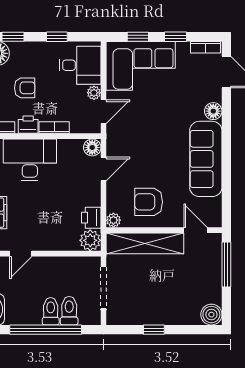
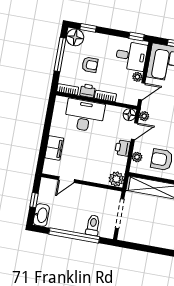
window: (57, 37) -> (136, 37), moved
plant: (113, 146) -> (144, 116), added
printer: (91, 218) -> (123, 148), moved
plant: (113, 220) -> (137, 157), moved
toilet: (51, 311) -> (80, 223), removed
window: (154, 330) -> (149, 249), removed

